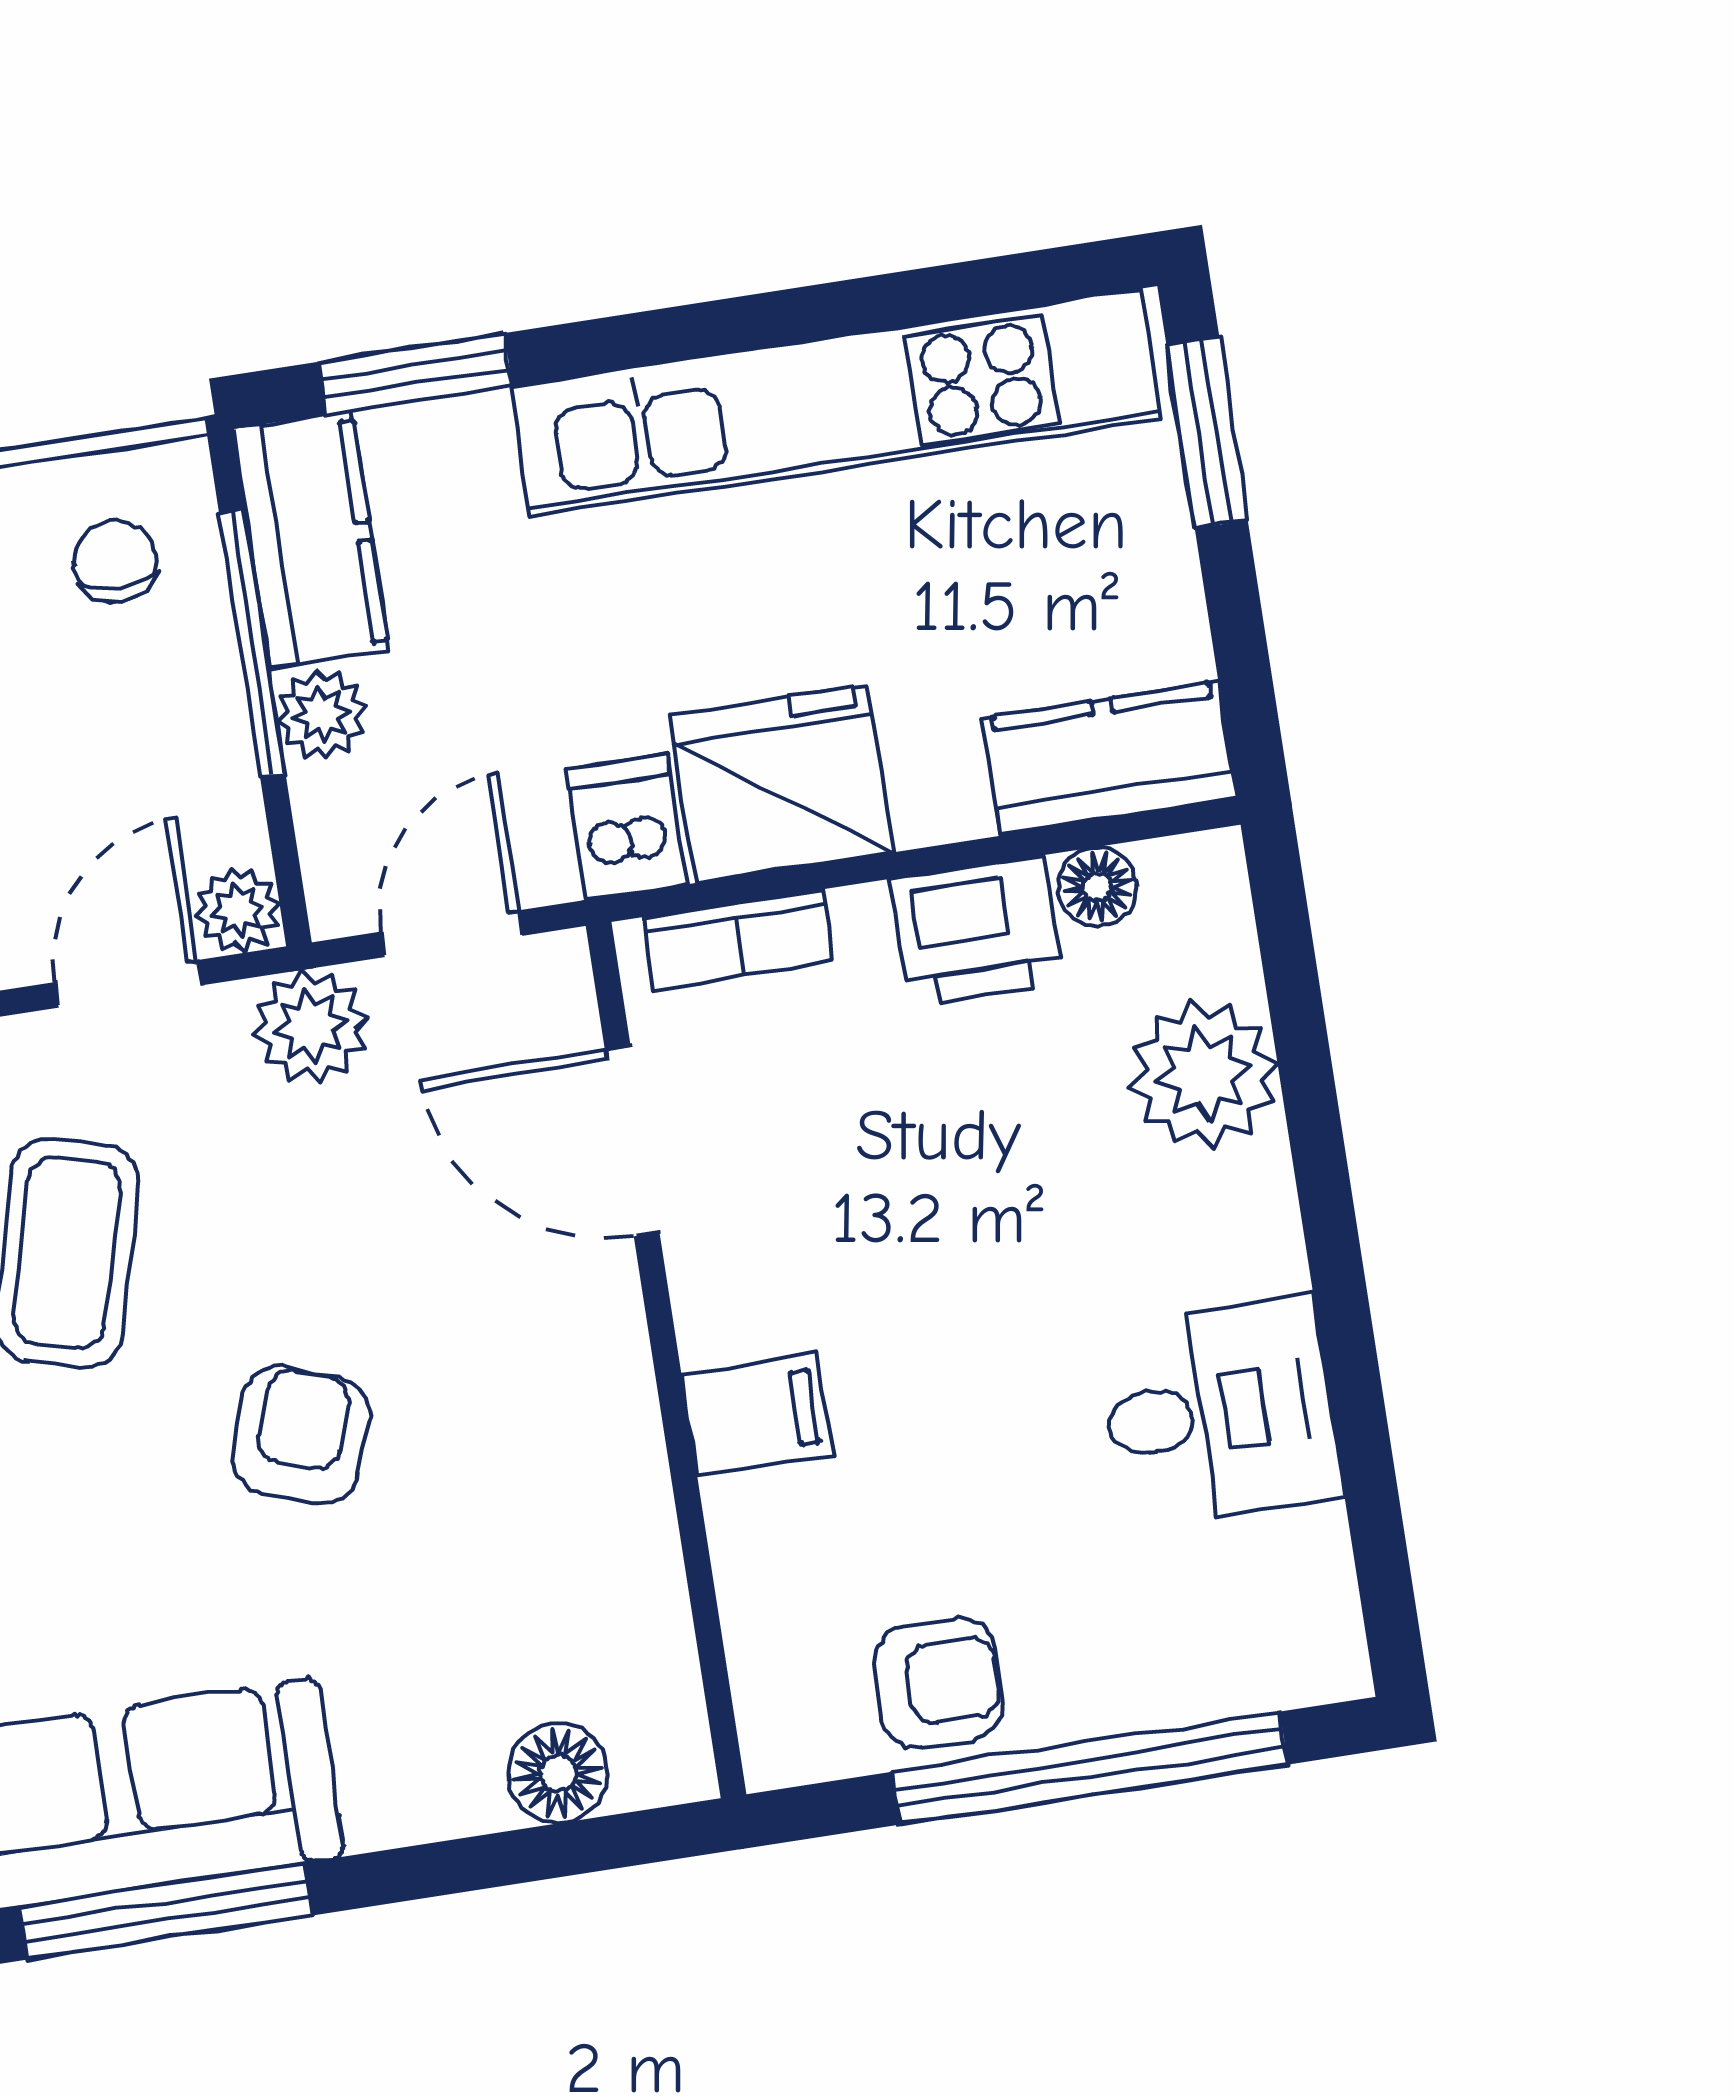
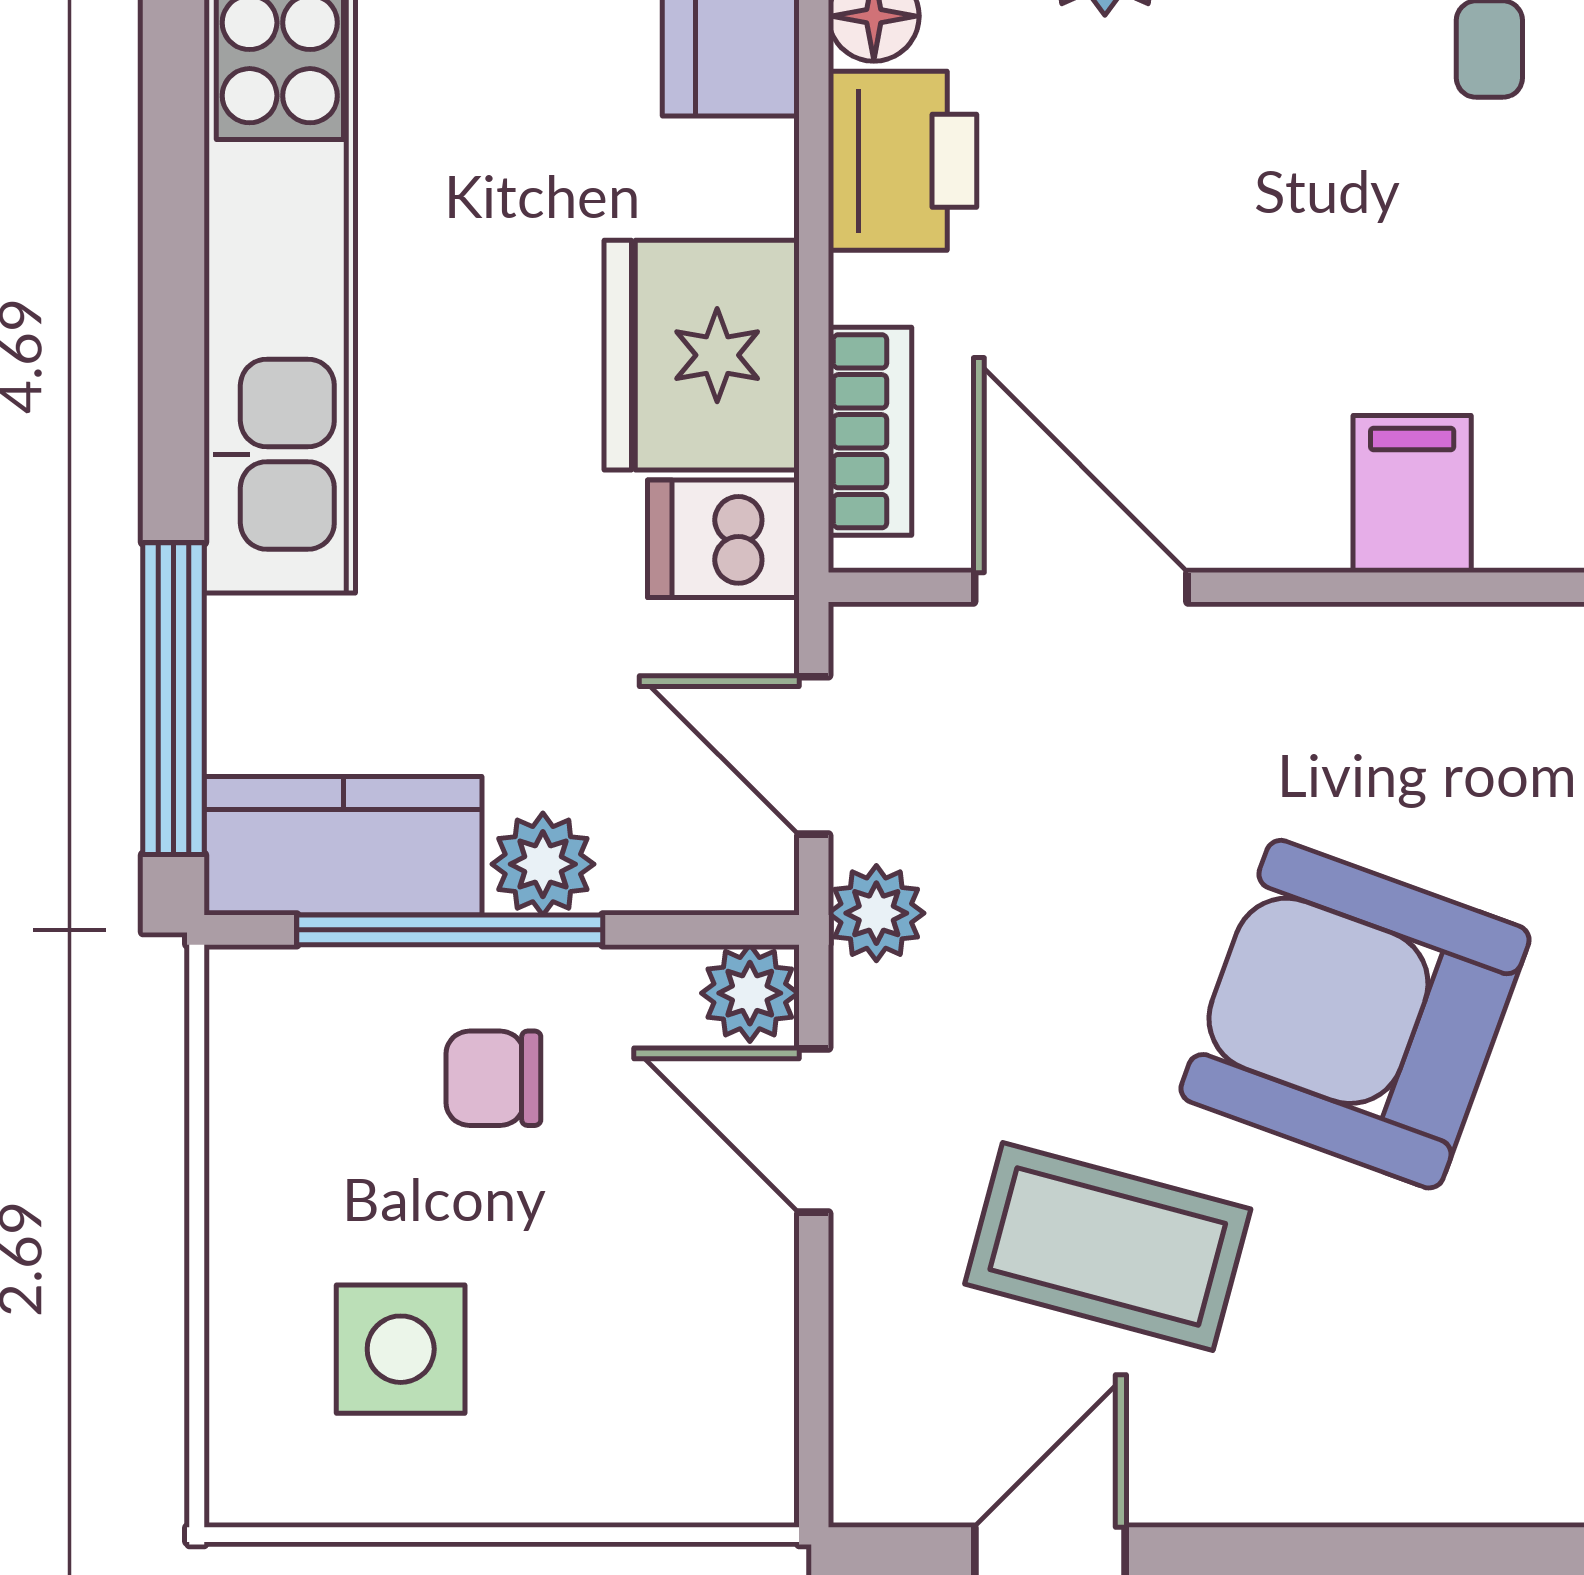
window: (415, 374) -> (174, 699), width x1.44
chair: (115, 561) -> (493, 1078), moved
plant: (311, 1027) -> (876, 913), width x0.73, depth x0.73
door: (632, 1142) -> (1081, 587), swing flipped
armchair: (301, 1435) -> (1355, 1014), width x1.88, depth x1.88

